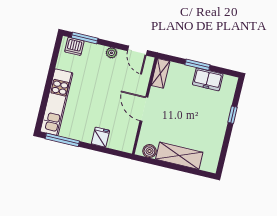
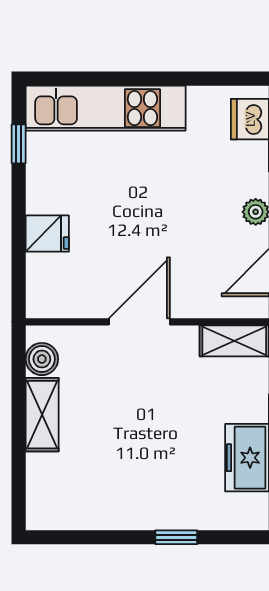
window: (62, 140) -> (19, 144), width x0.46
shelving: (179, 156) -> (42, 415), width x0.67, depth x0.75

